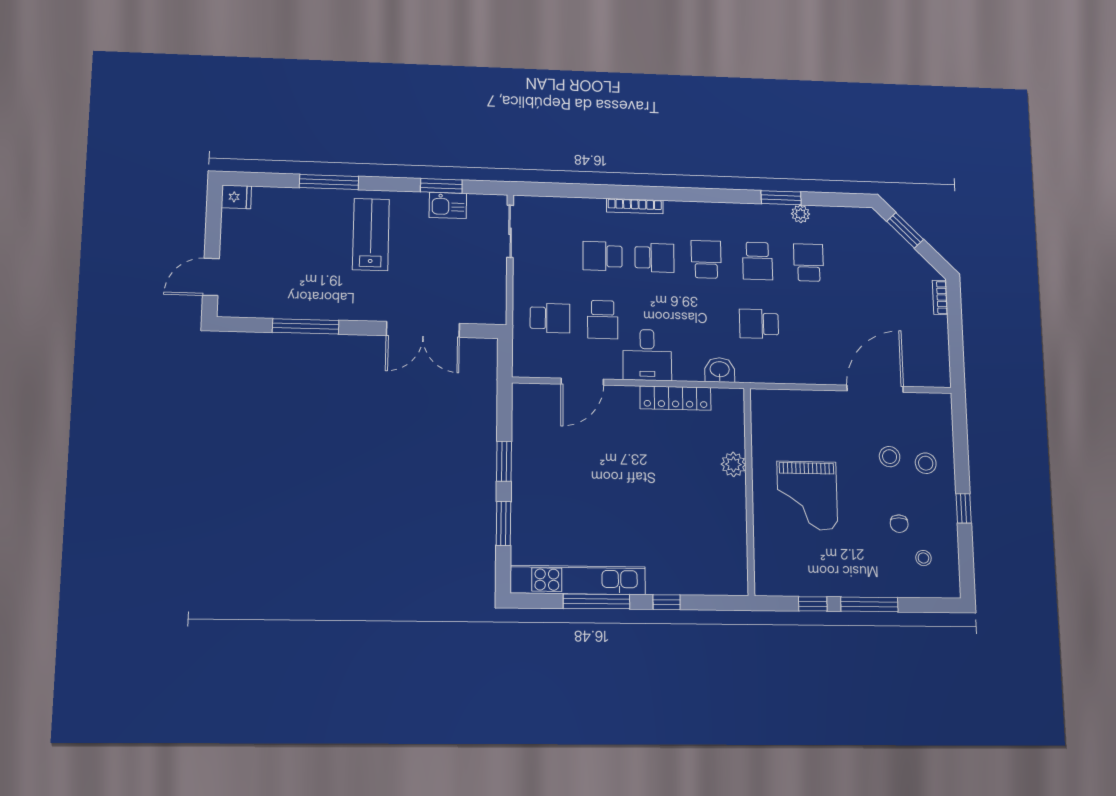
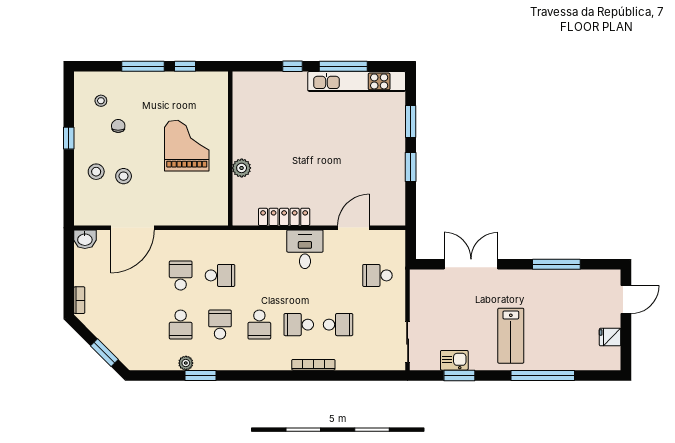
window: (329, 182) -> (543, 375), width x1.46
fridge: (236, 197) -> (610, 337), moved
school desk: (603, 320) -> (181, 275), moved
washbasin: (720, 370) -> (85, 239), moved

